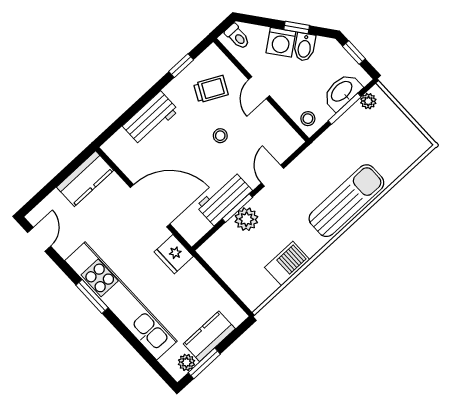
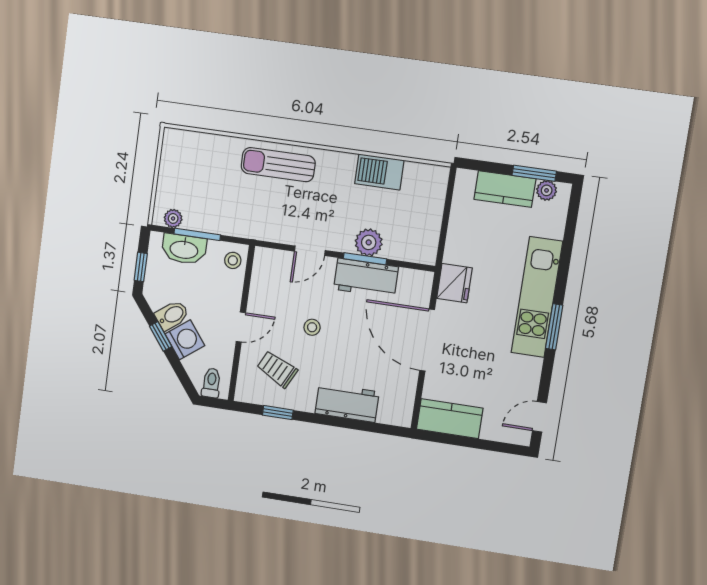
sun lounger: (346, 201) -> (278, 165), width x0.73, depth x0.75
kitchen unit: (121, 301) -> (537, 297), width x0.73

